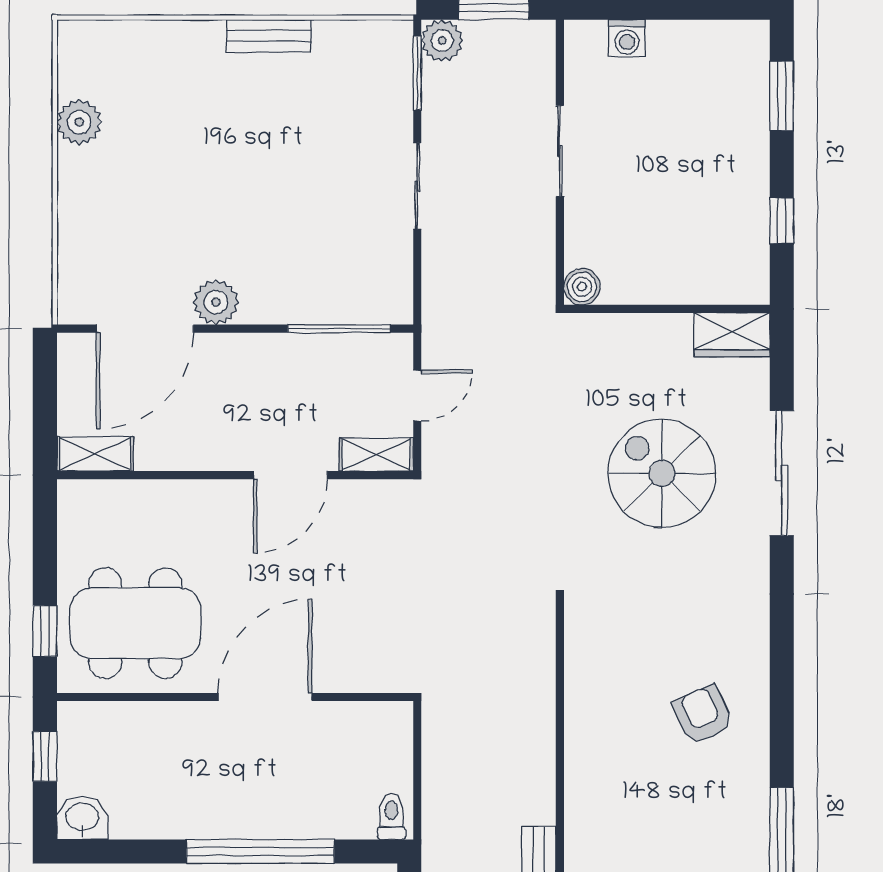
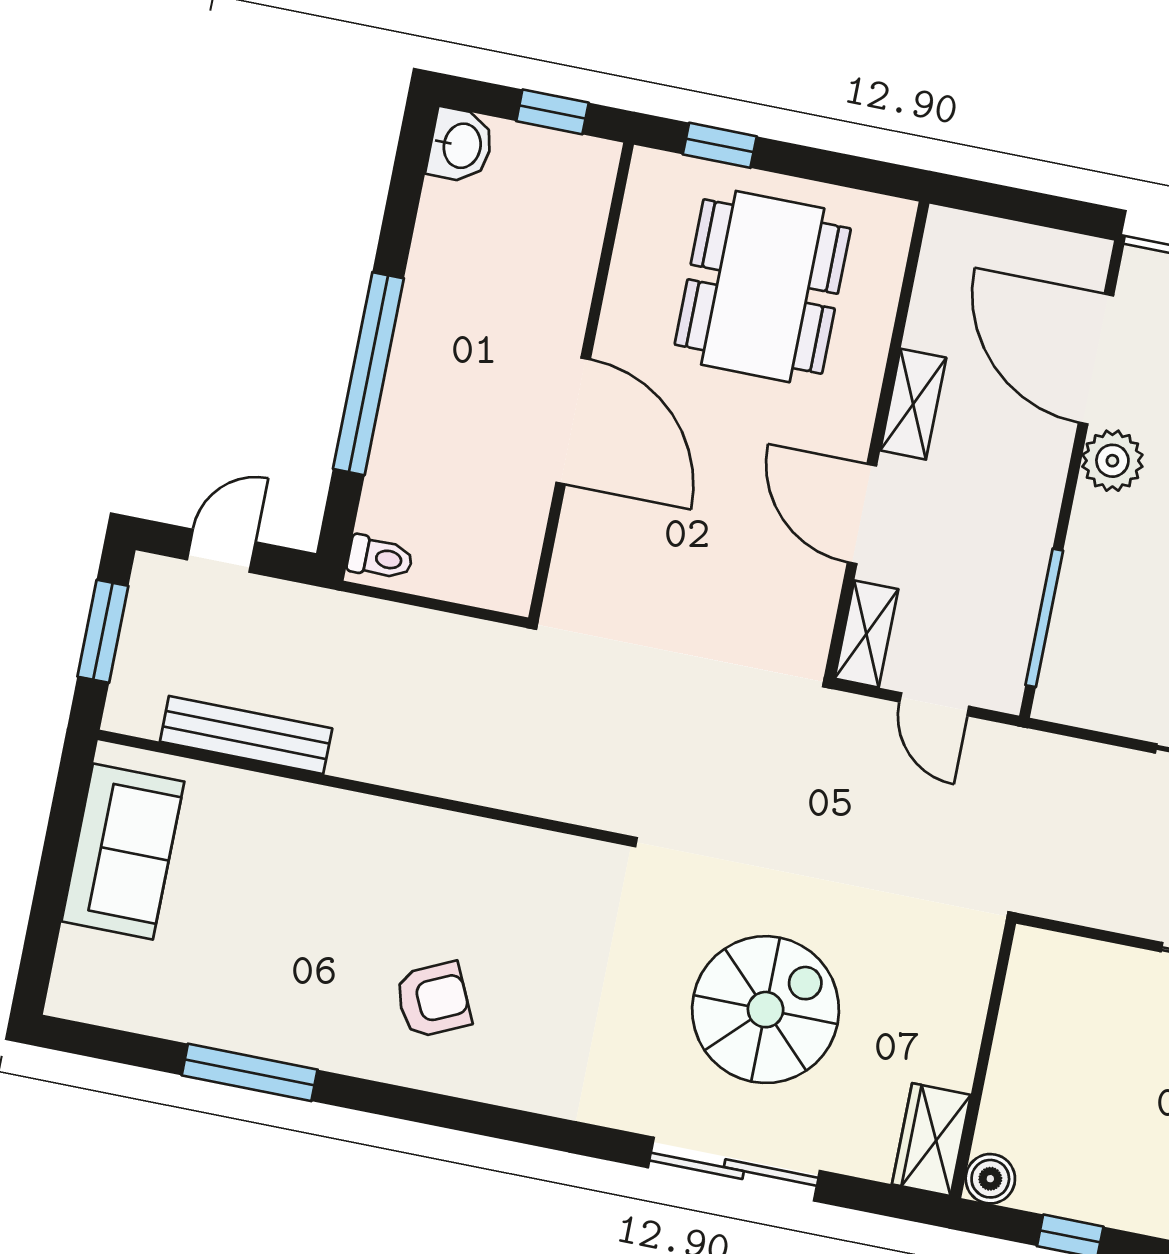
boiler: (582, 287) -> (990, 1179), moved
shelving: (95, 454) -> (913, 404), moved
dining table: (135, 623) -> (763, 287), moved

